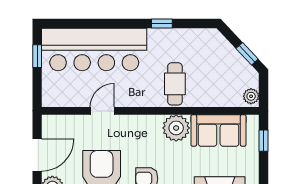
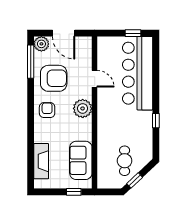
cafe table: (175, 84) -> (125, 161), moved, turned 90
plant: (251, 96) -> (105, 183), removed
plant: (176, 128) -> (83, 108), moved

